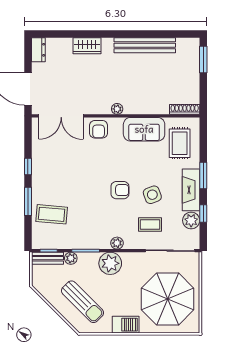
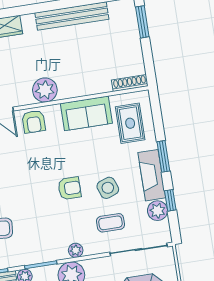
plant: (117, 109) -> (45, 90), width x1.88, depth x1.88

